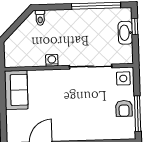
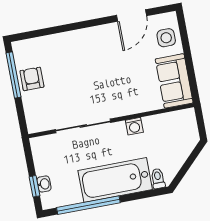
bathtub: (73, 22) -> (115, 180), added
washbasin: (125, 33) -> (44, 184), width x0.52, depth x0.69
side table: (123, 78) -> (166, 38), moved

